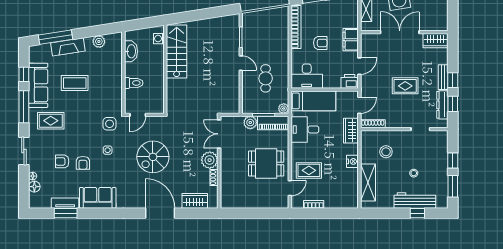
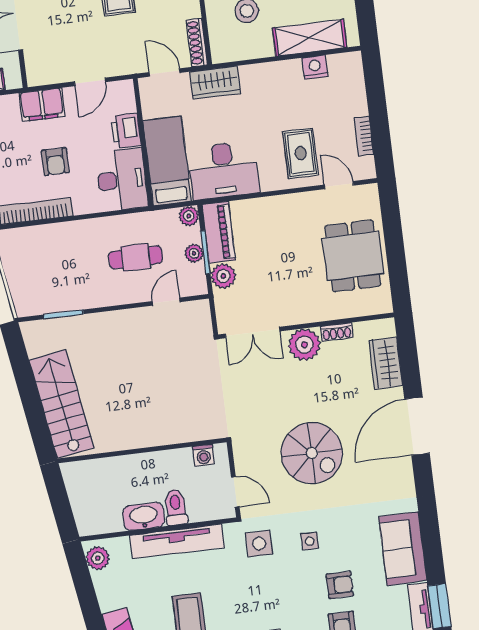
washing machine: (159, 39) -> (204, 455), moved
plant: (99, 42) -> (98, 558), moved
armchair: (320, 43) -> (55, 162), turned 180
washbasin: (131, 51) -> (144, 516), moved
stairs: (177, 52) -> (61, 404), moved, turned 81
door: (241, 63) -> (166, 302), moved
door: (359, 66) -> (90, 82), swing flipped
printer: (350, 81) -> (126, 131), moved
tv unit: (116, 82) -> (177, 541), added
plant: (264, 109) -> (194, 253), added
desk: (305, 129) -> (224, 170), width x1.37
nightstand: (352, 161) -> (315, 67), moved
dining table: (266, 163) -> (353, 256), moved

